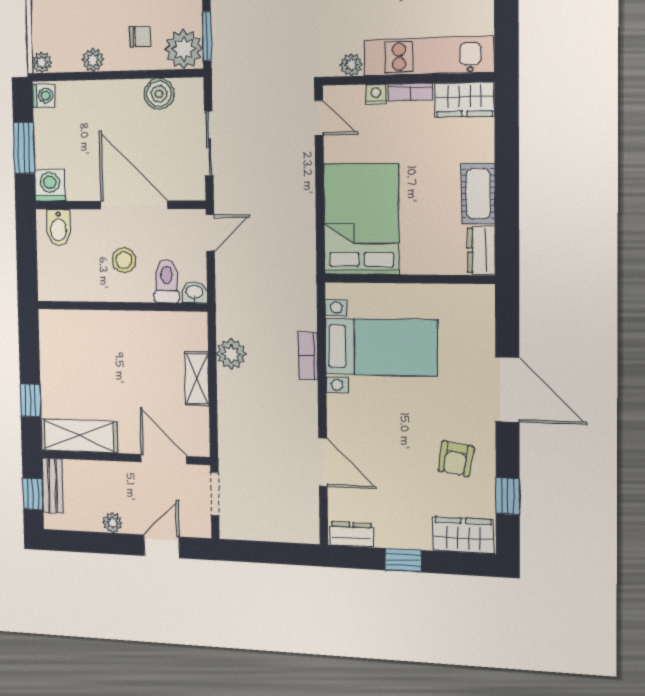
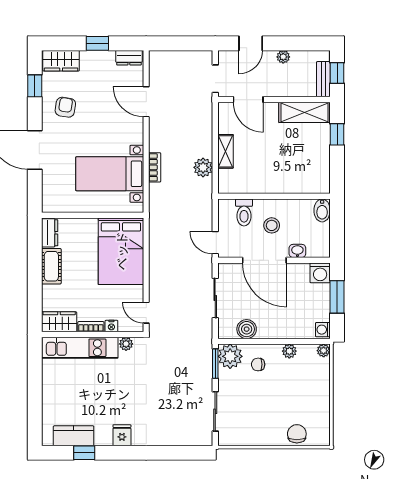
bidet: (58, 228) -> (322, 210), moved, turned 180
door: (210, 233) -> (215, 243), hinge flipped
washbasin: (194, 293) -> (297, 251), moved, turned 180

